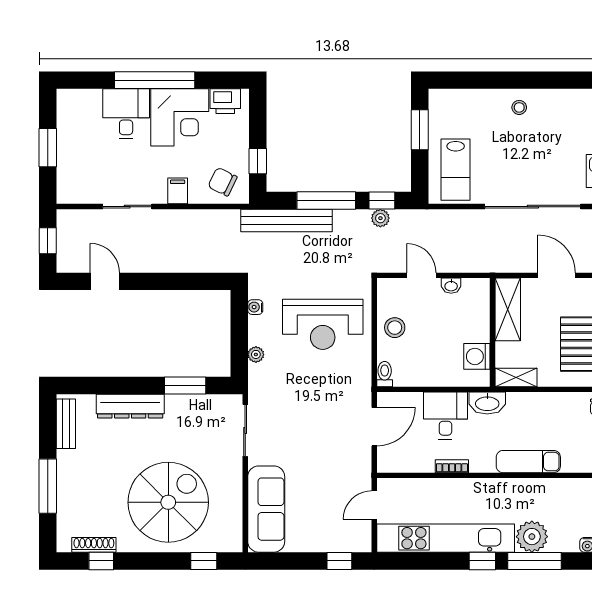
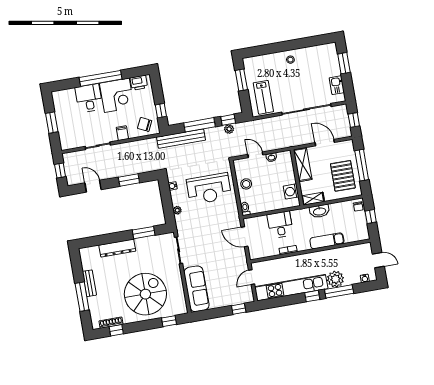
window: (175, 281) -> (129, 180), added
washbasin: (487, 403) -> (319, 211), moved
bench: (66, 424) -> (89, 283), moved
door: (374, 427) -> (245, 237), swing flipped

